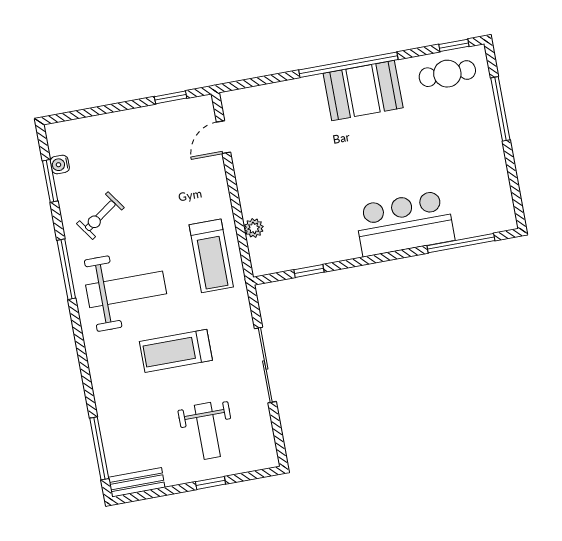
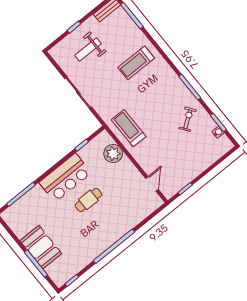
cafe table: (447, 74) -> (88, 200), moved
booth: (363, 91) -> (41, 247), moved, turned 90
bar counter: (405, 223) -> (65, 178), moved
plant: (254, 228) -> (113, 154), width x1.87, depth x1.87
weight bench: (126, 289) -> (158, 93), removed
treadmill: (176, 351) -> (136, 63), moved, turned 180
weight bench: (207, 431) -> (88, 50), turned -90

